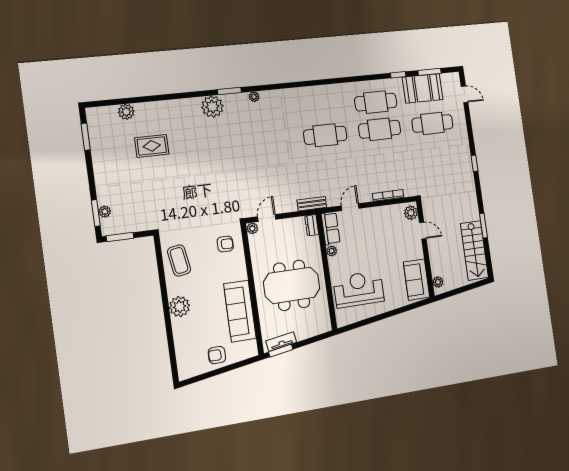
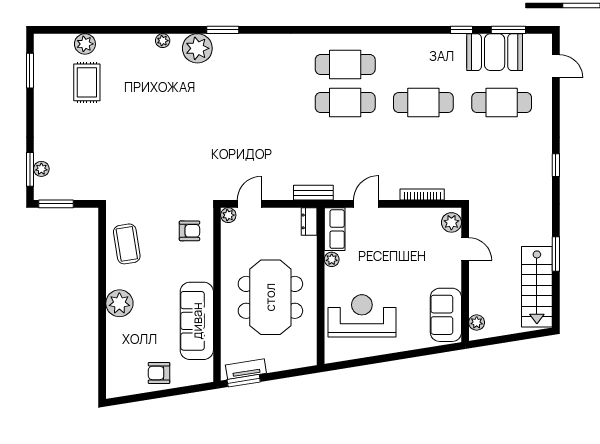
plant: (254, 97) -> (163, 41), moved
cafe table: (376, 102) -> (345, 65), moved
rug: (152, 146) -> (87, 82), moved, turned 90
meeting table: (292, 285) -> (270, 297), turned 90

